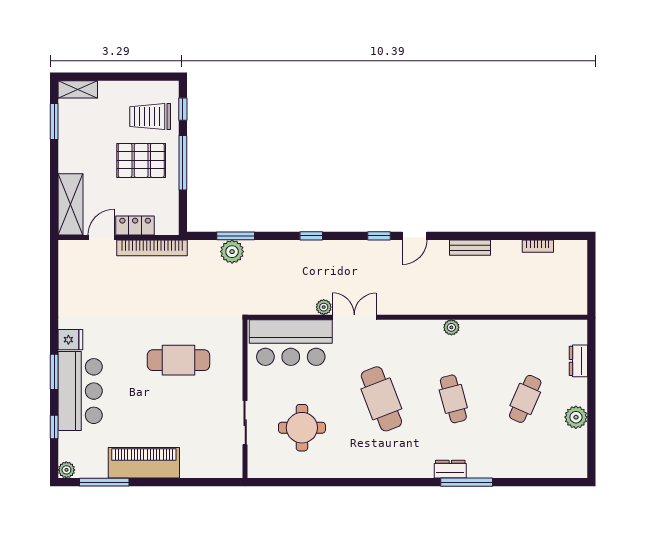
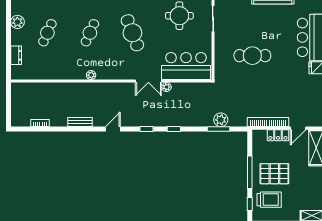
window: (379, 236) -> (146, 129), moved
cafe table: (453, 399) -> (90, 33), turned 39

